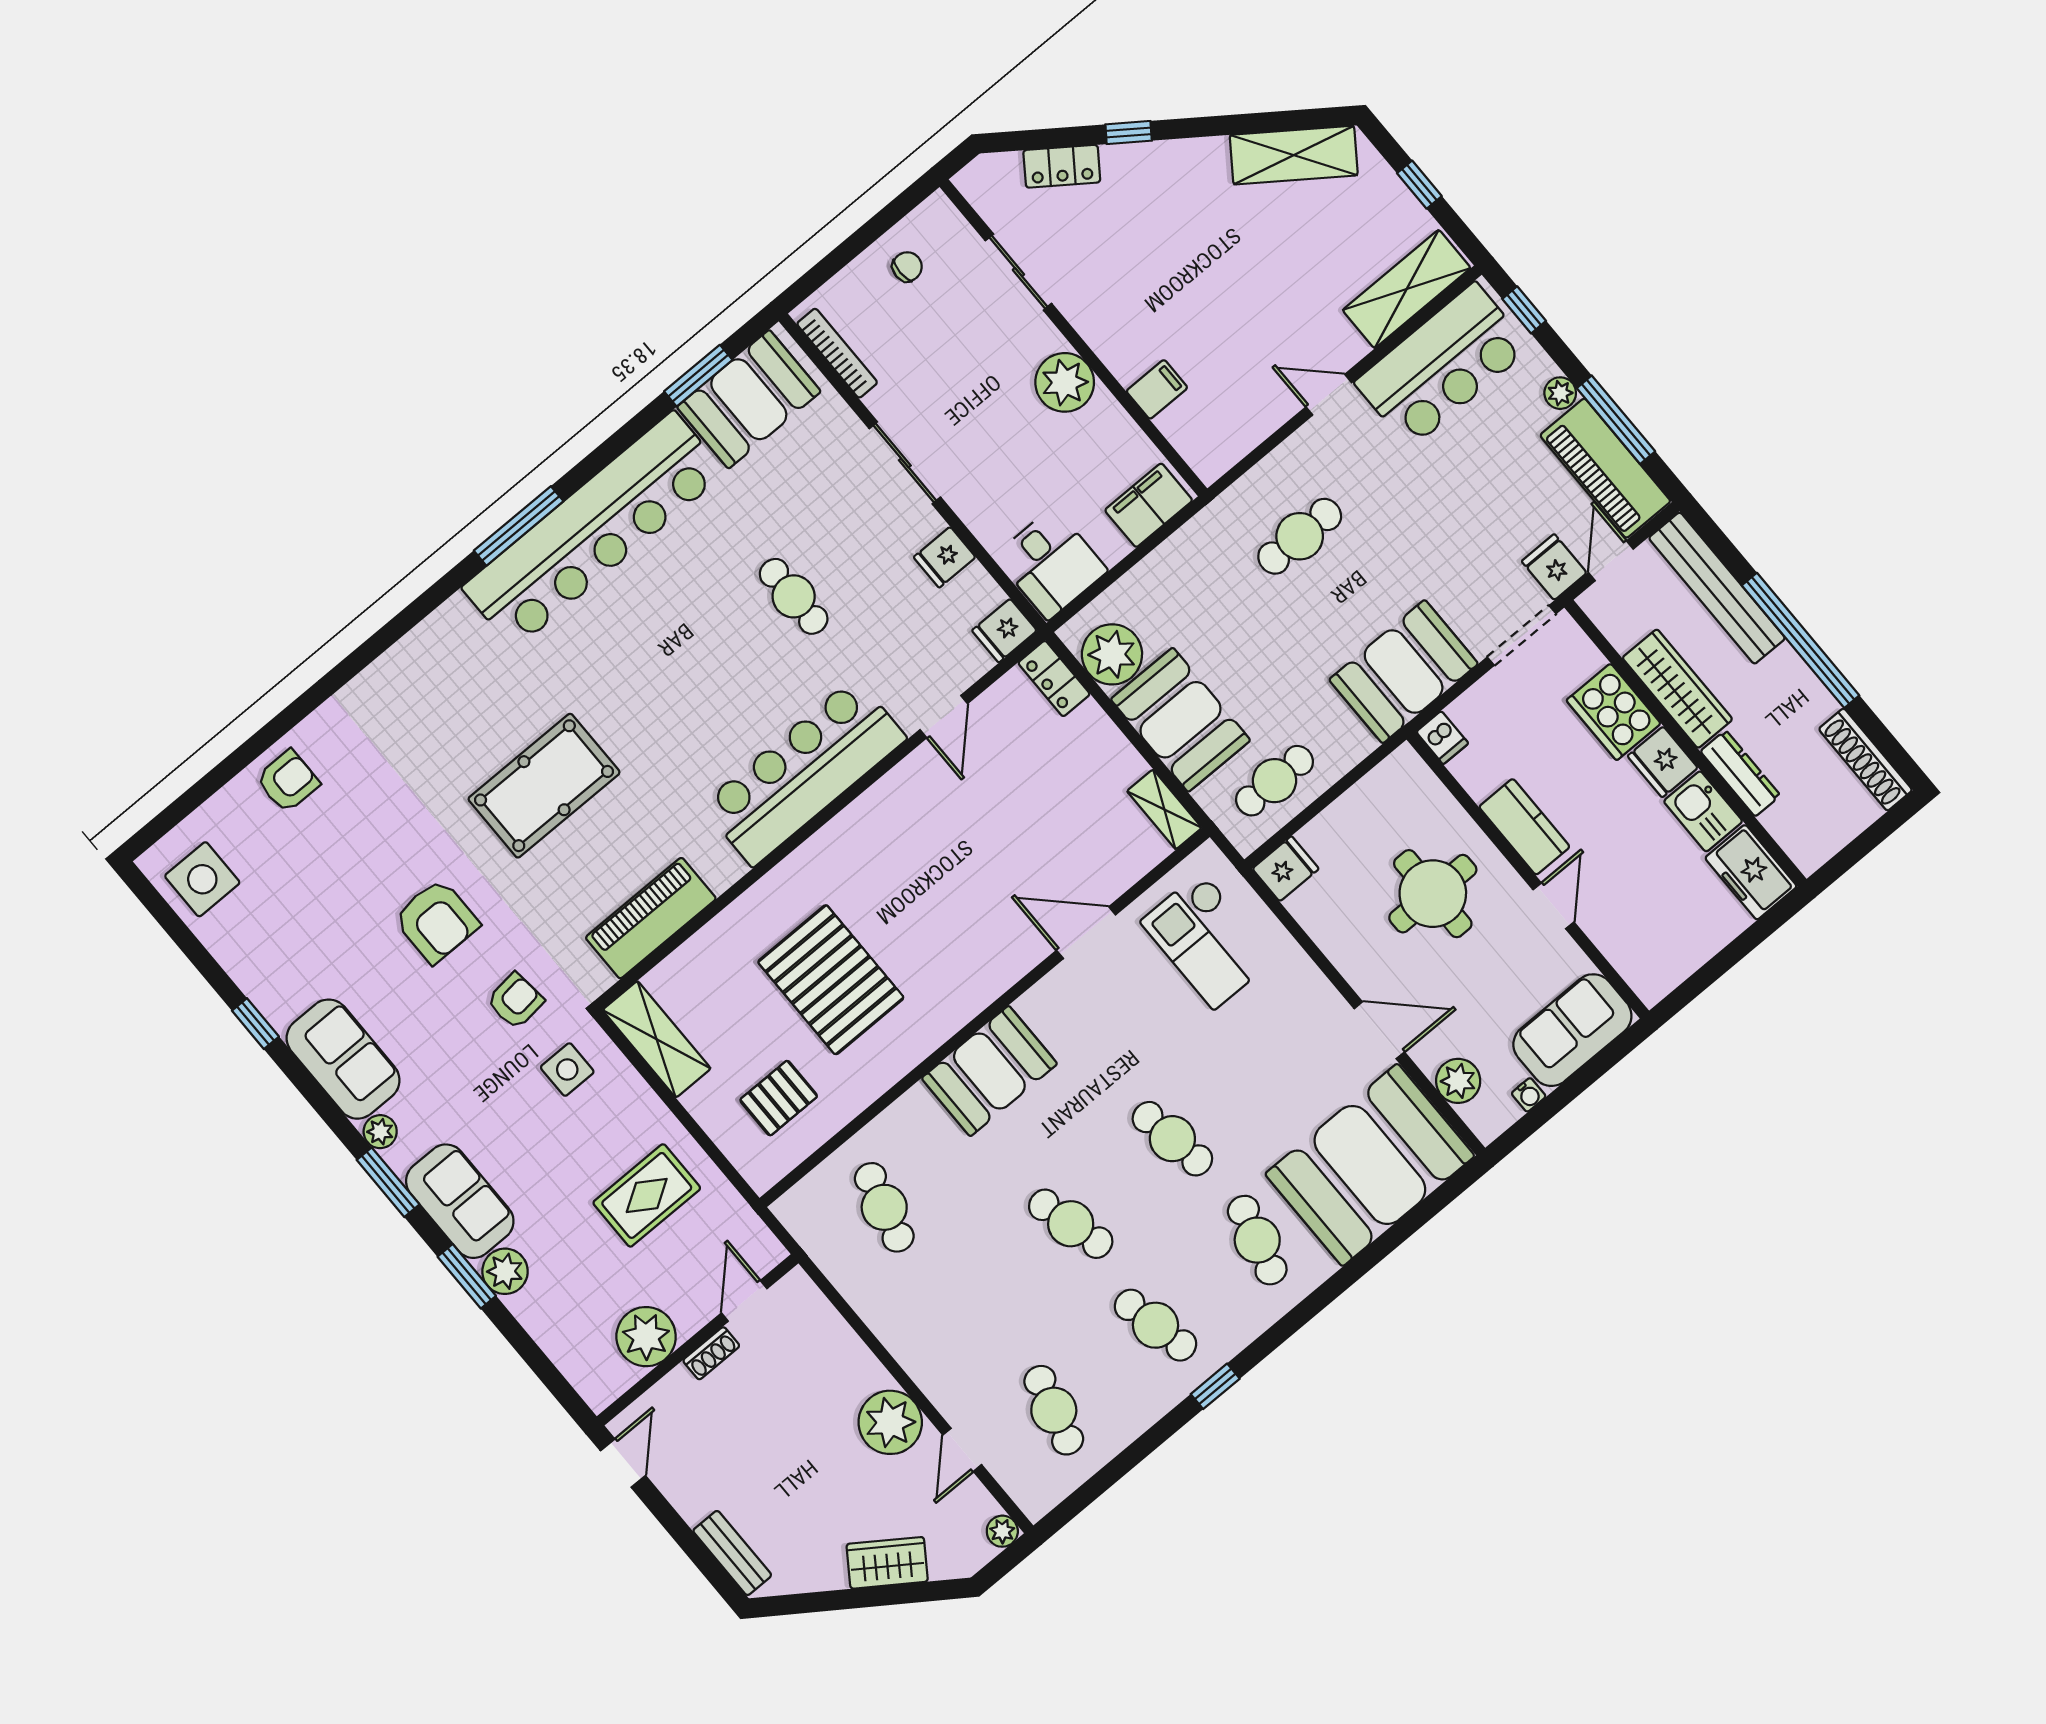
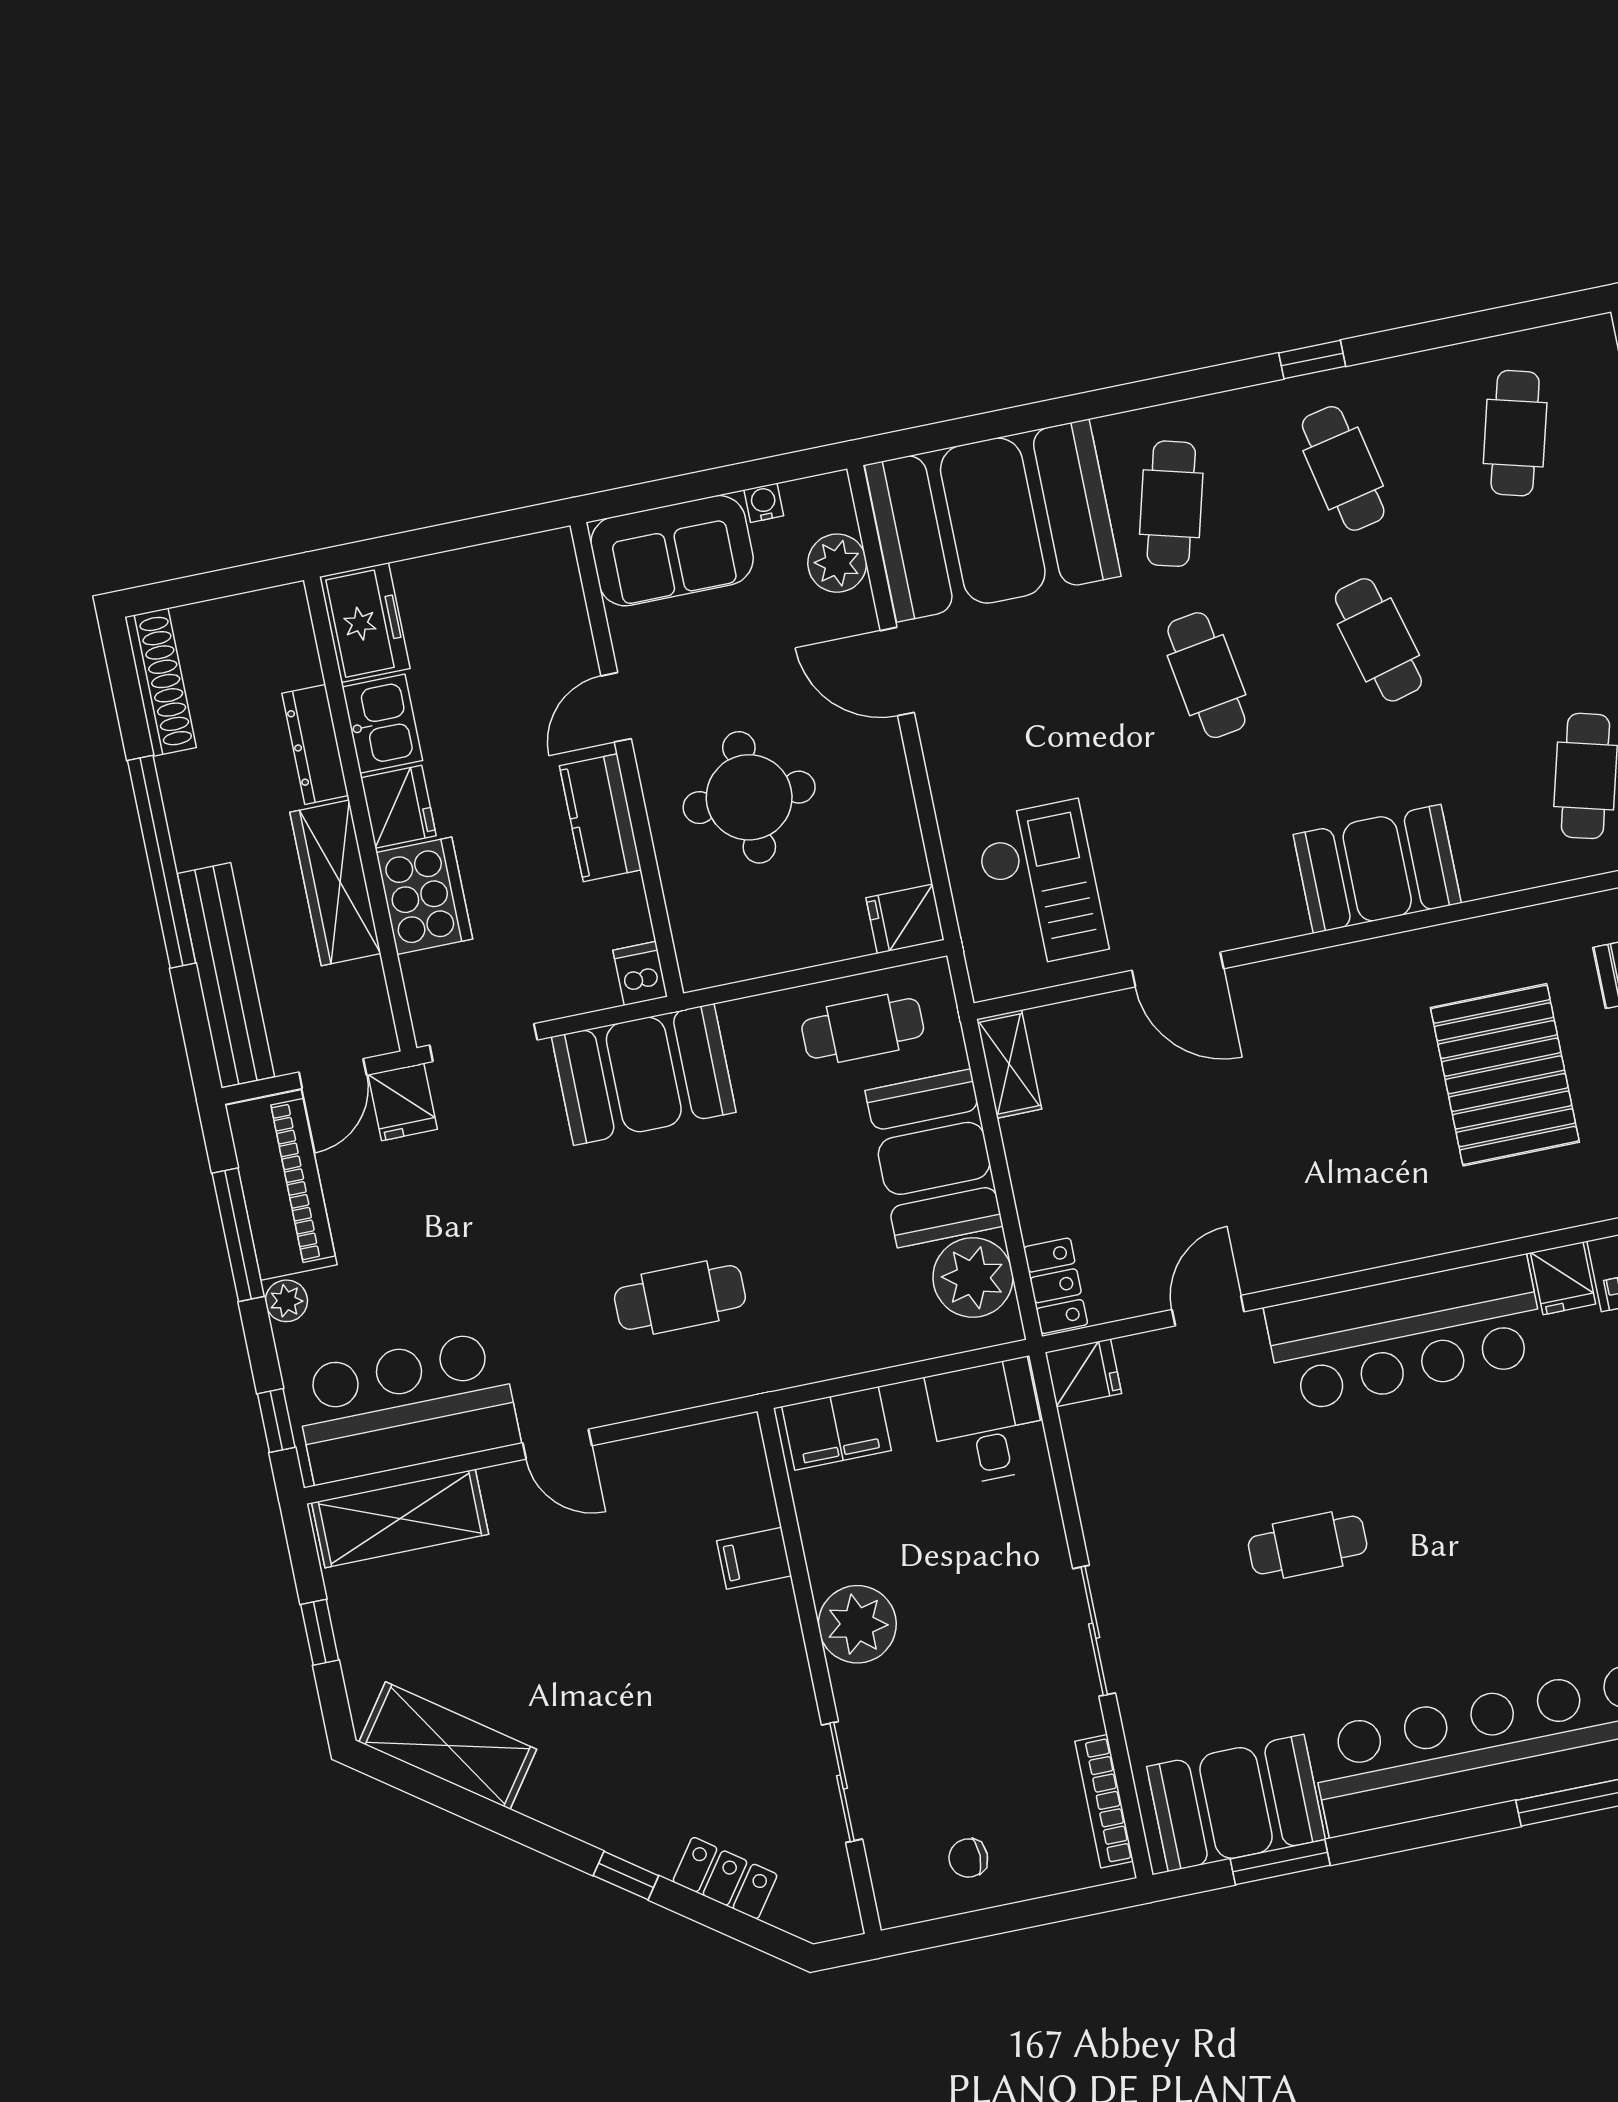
fridge: (945, 557) -> (1563, 1278), moved, turned 90
cafe table: (794, 596) -> (1308, 1545), turned 90

